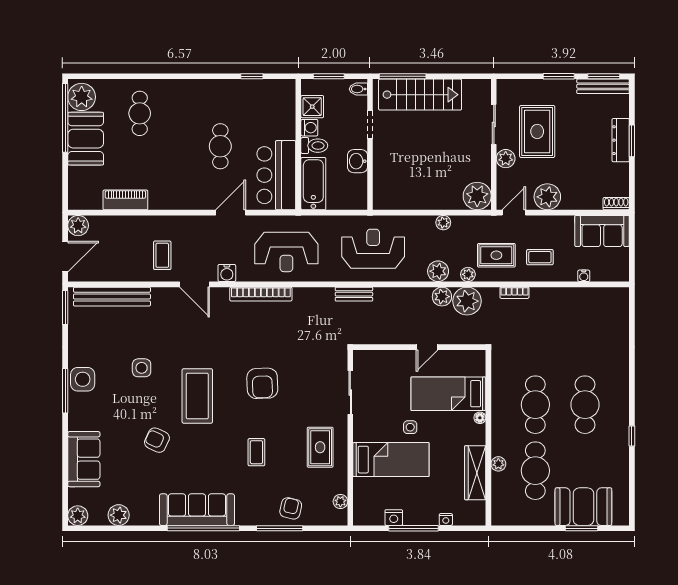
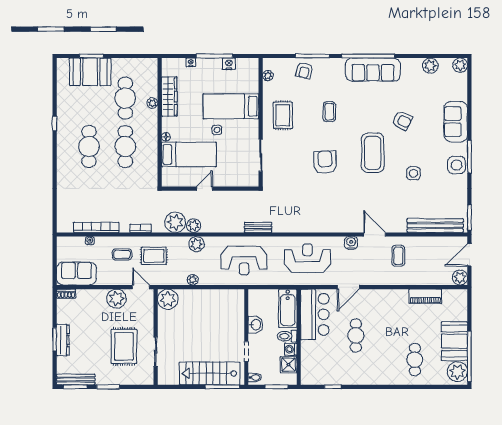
plant: (506, 159) -> (147, 327), removed
door: (514, 213) -> (141, 287), swing flipped
plant: (468, 274) -> (175, 242), removed
bookcase: (261, 294) -> (96, 227), moved
sofa: (84, 459) -> (456, 122), moved

